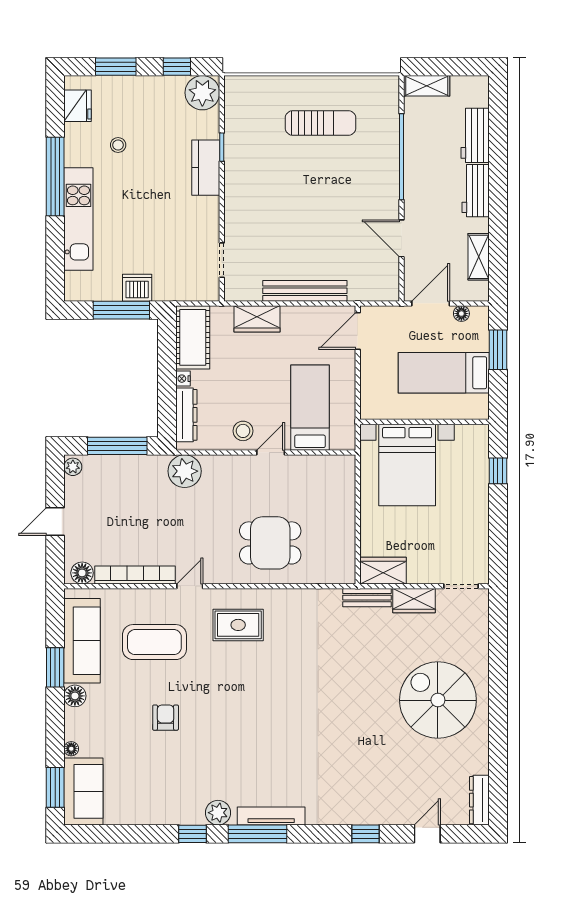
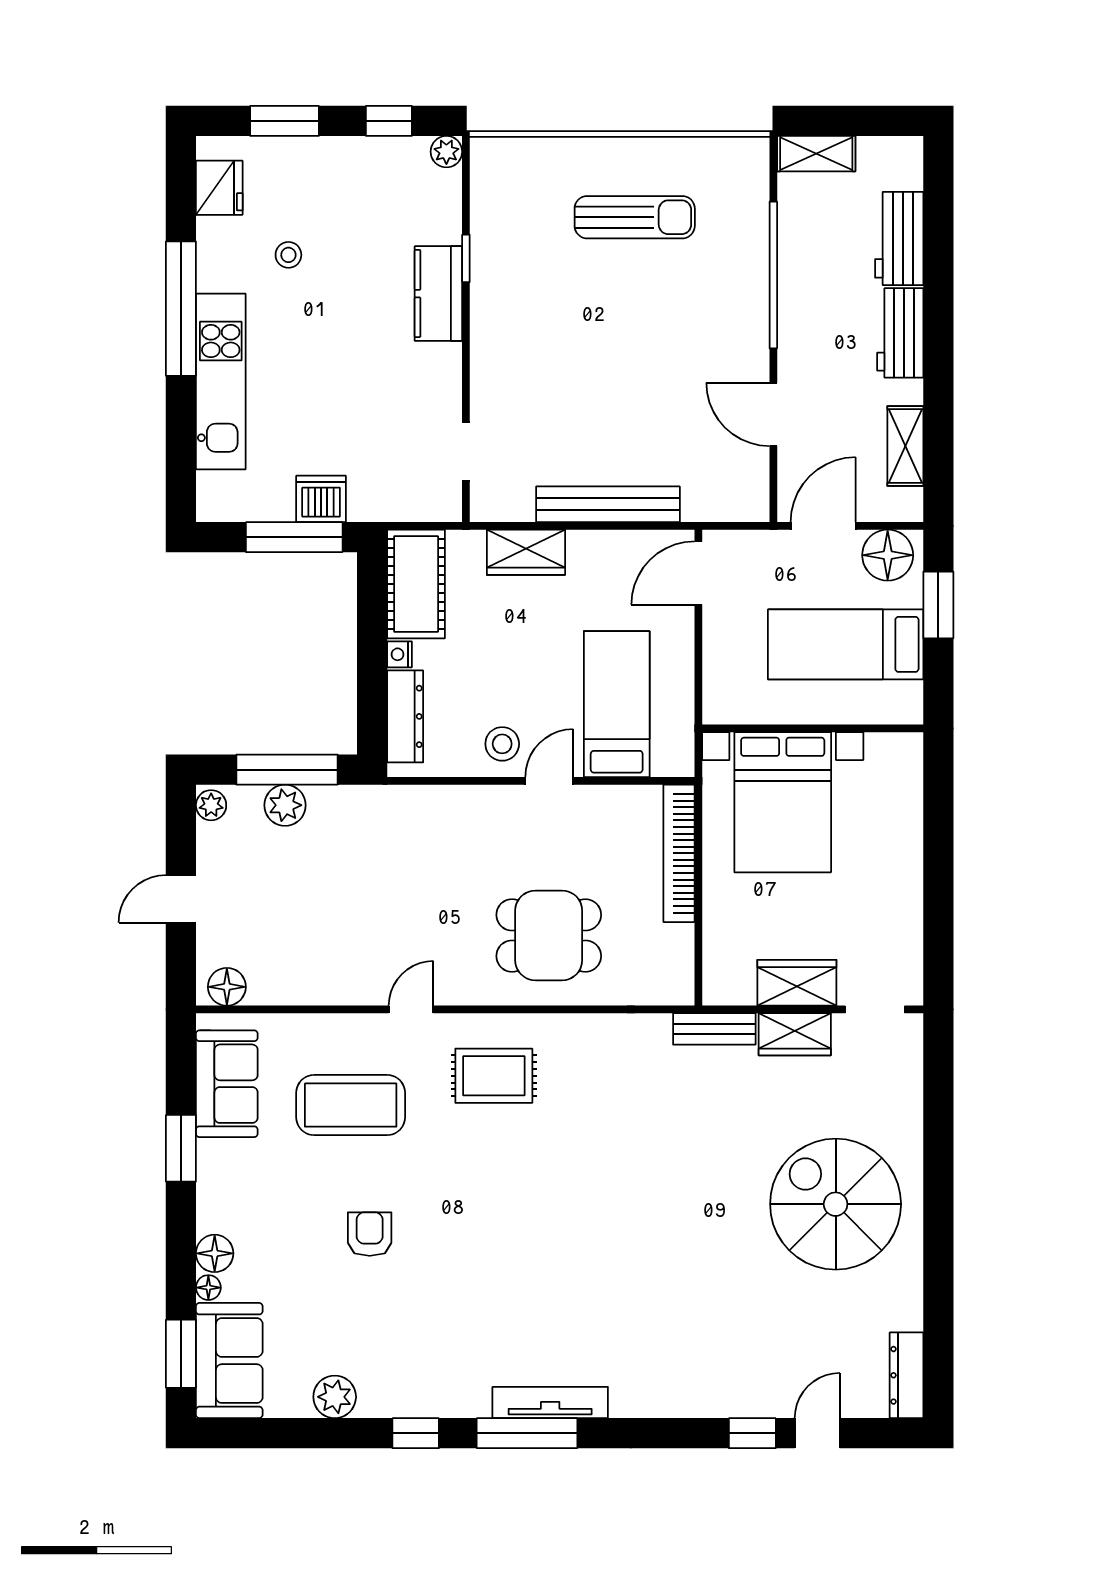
plant: (202, 93) -> (446, 152), width x0.53, depth x0.53
floor lamp: (461, 314) -> (888, 555), width x1.89, depth x1.89
plant: (185, 471) -> (285, 805), moved, width x0.73, depth x0.73
window: (498, 471) -> (938, 812), removed
wardrobe: (383, 571) -> (797, 983), moved
bookcase: (135, 575) -> (679, 853), moved, turned -90
sofa: (82, 641) -> (227, 1084), width x0.73
floor lamp: (75, 696) -> (215, 1253), moved
plant: (218, 813) -> (335, 1397), moved
window: (366, 834) -> (752, 1433), moved

